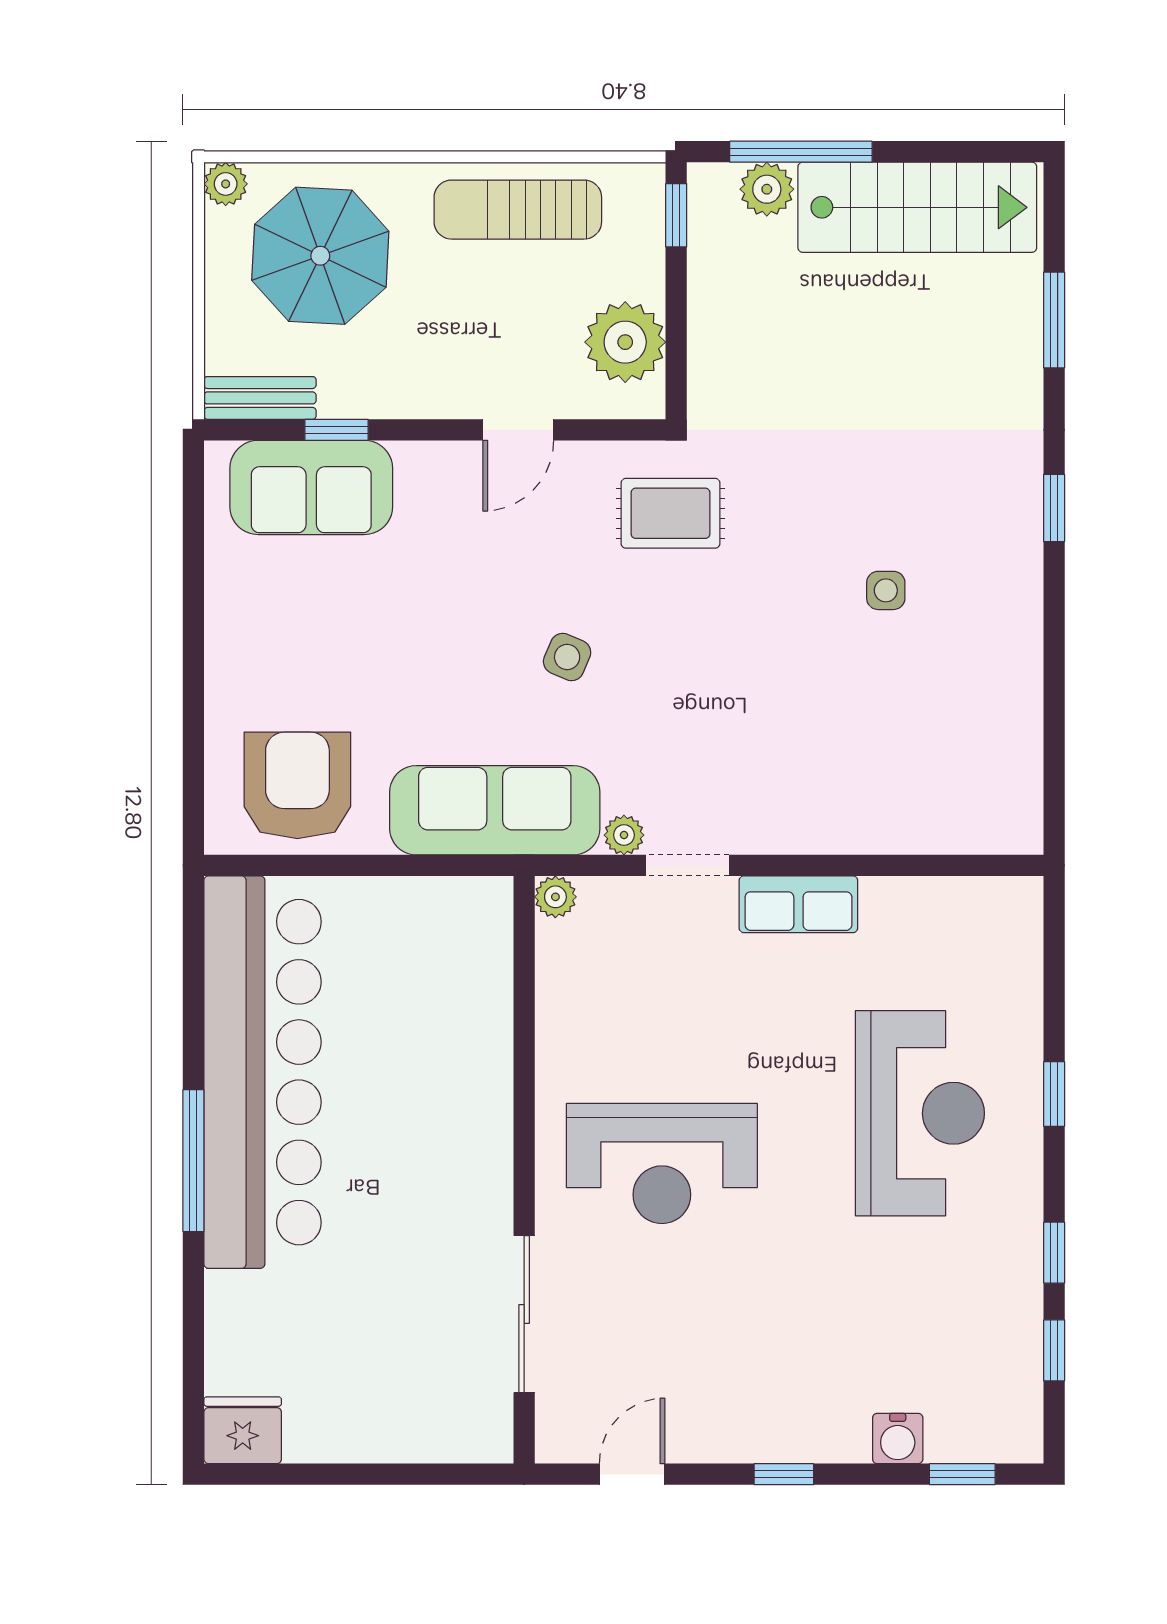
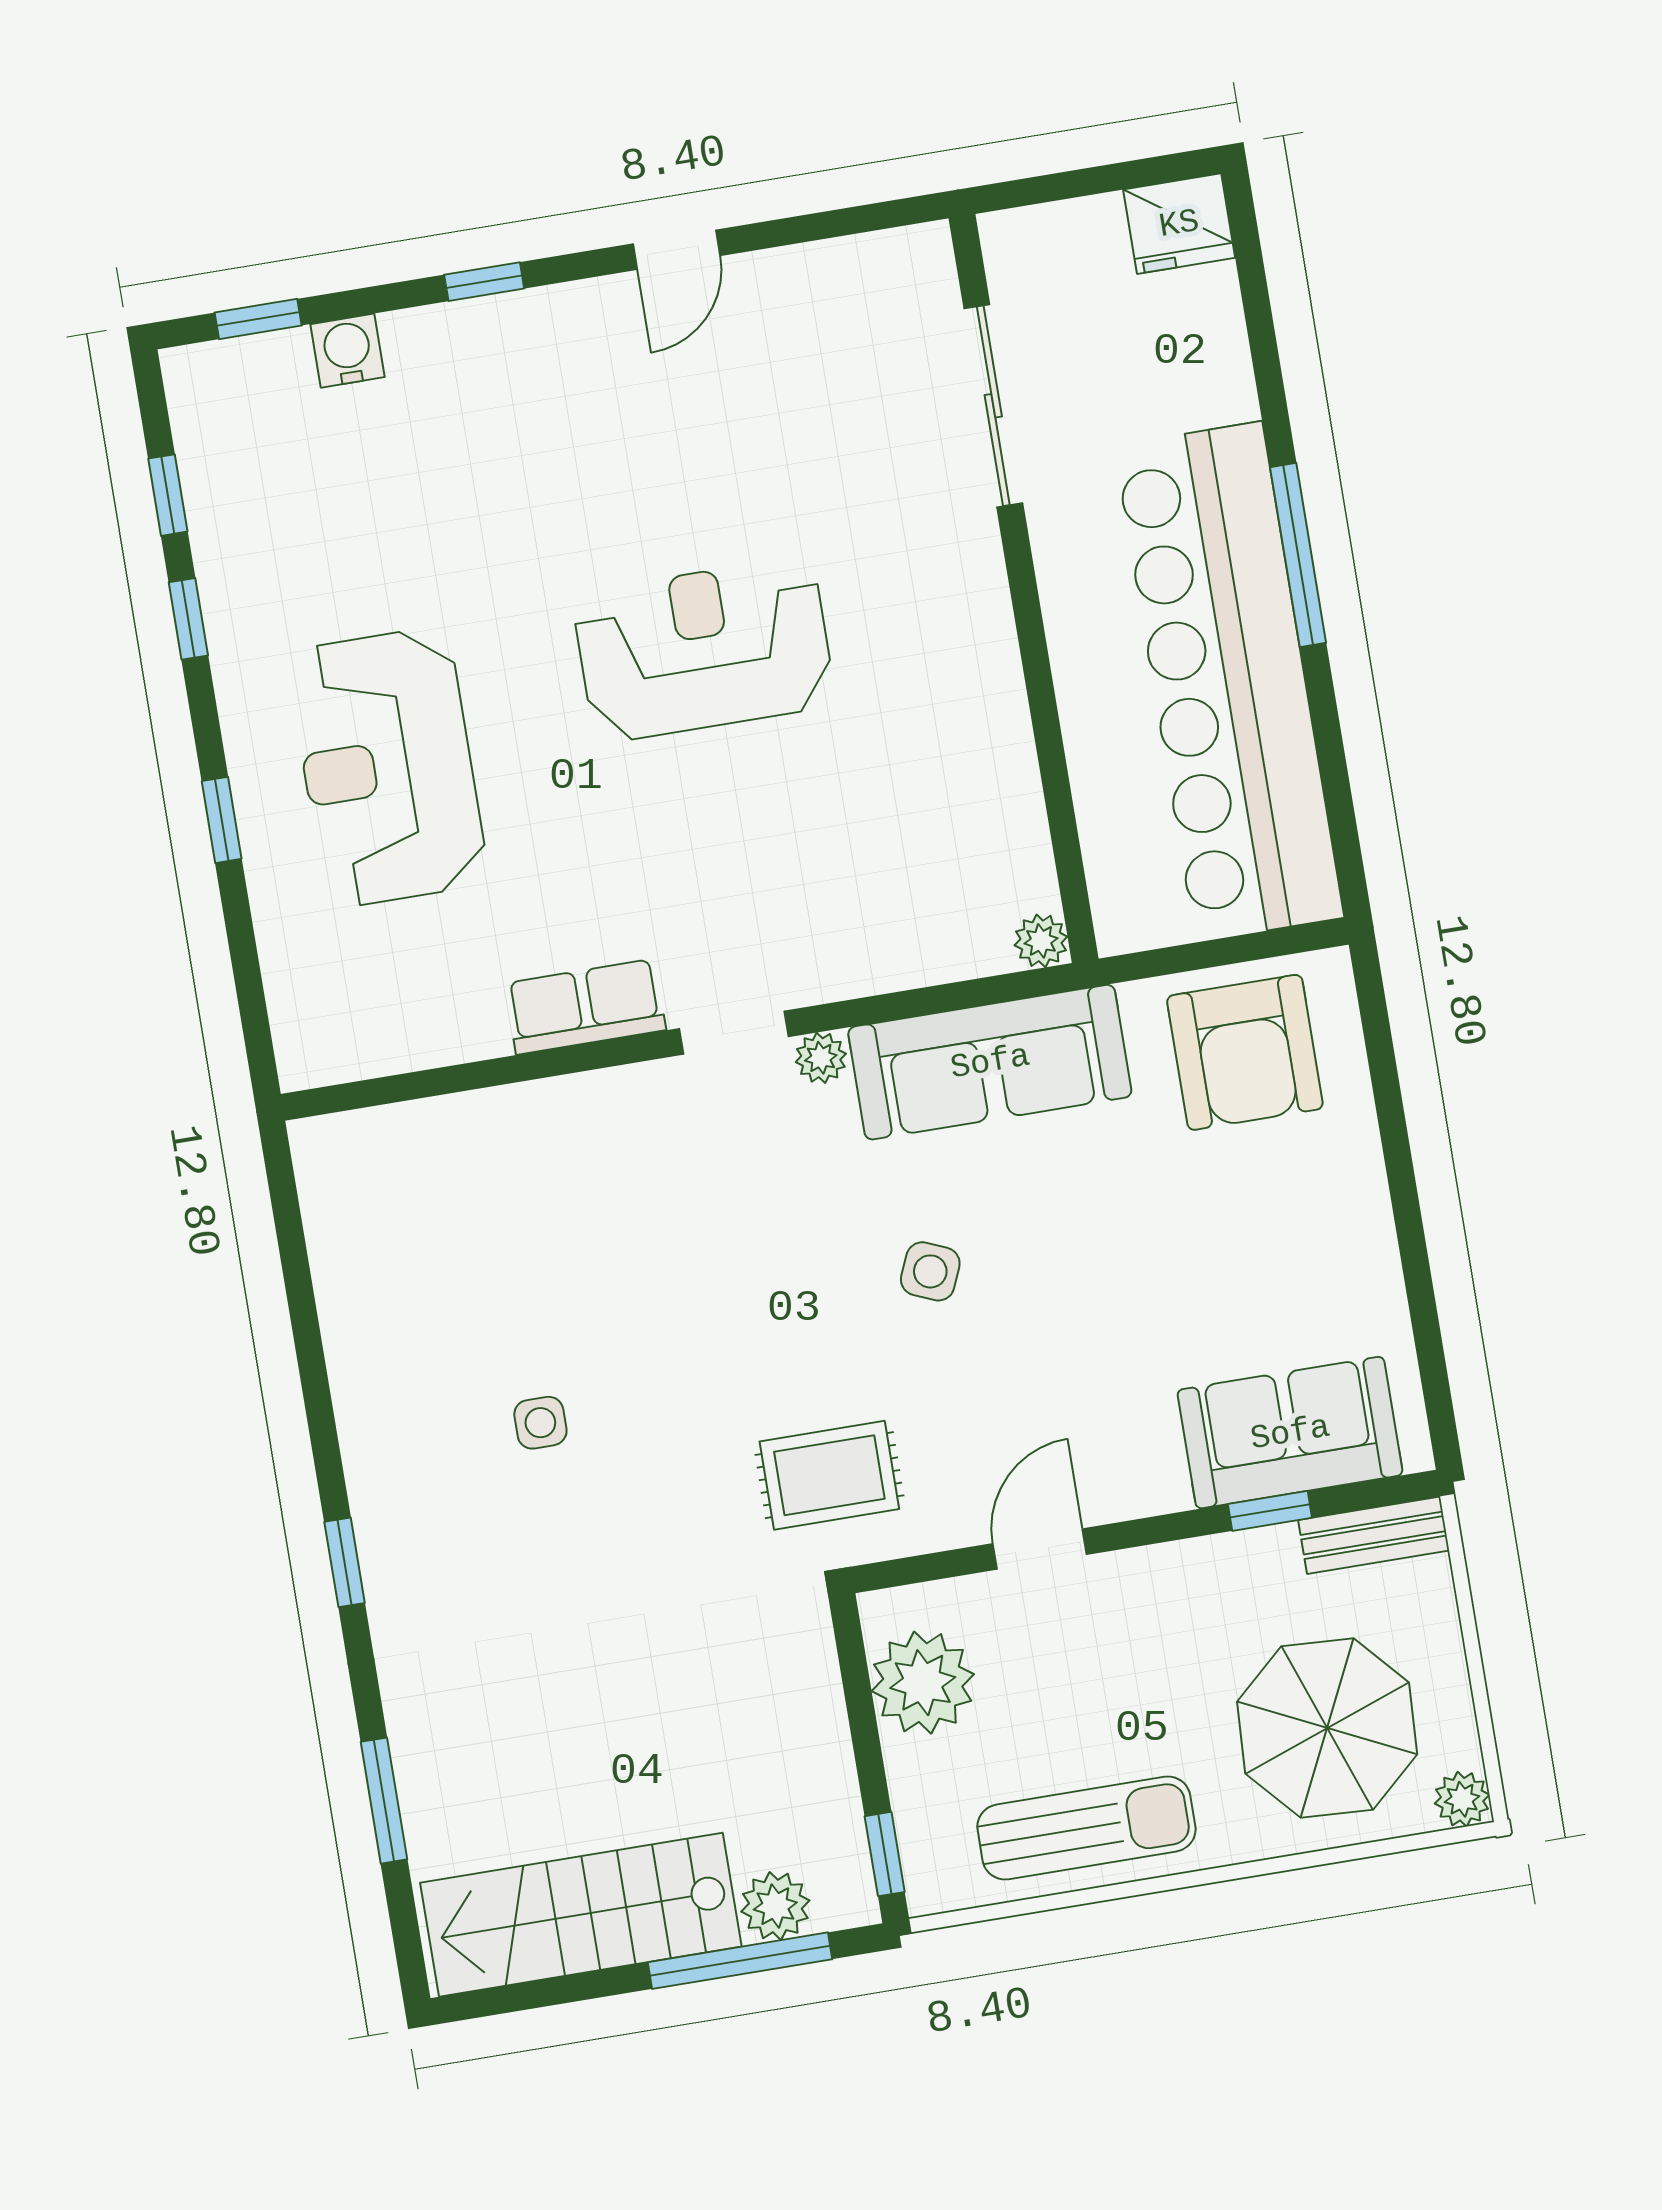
plant: (555, 897) -> (1041, 941), moved
wall: (524, 1170) -> (1024, 588), moved
sliding door: (524, 1314) -> (993, 406), moved

